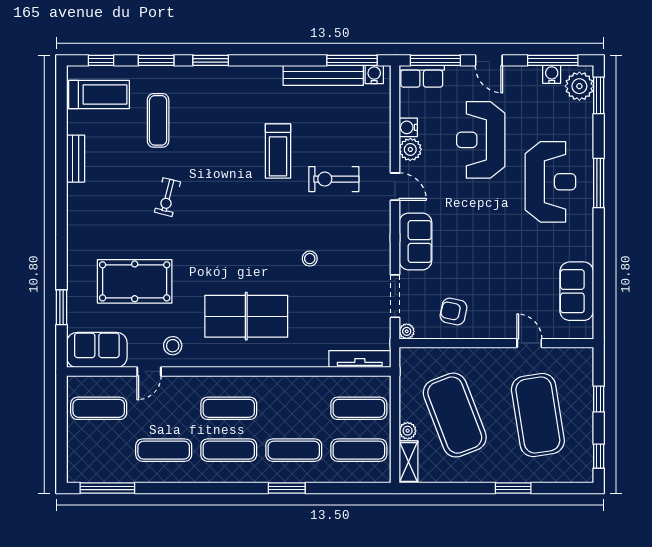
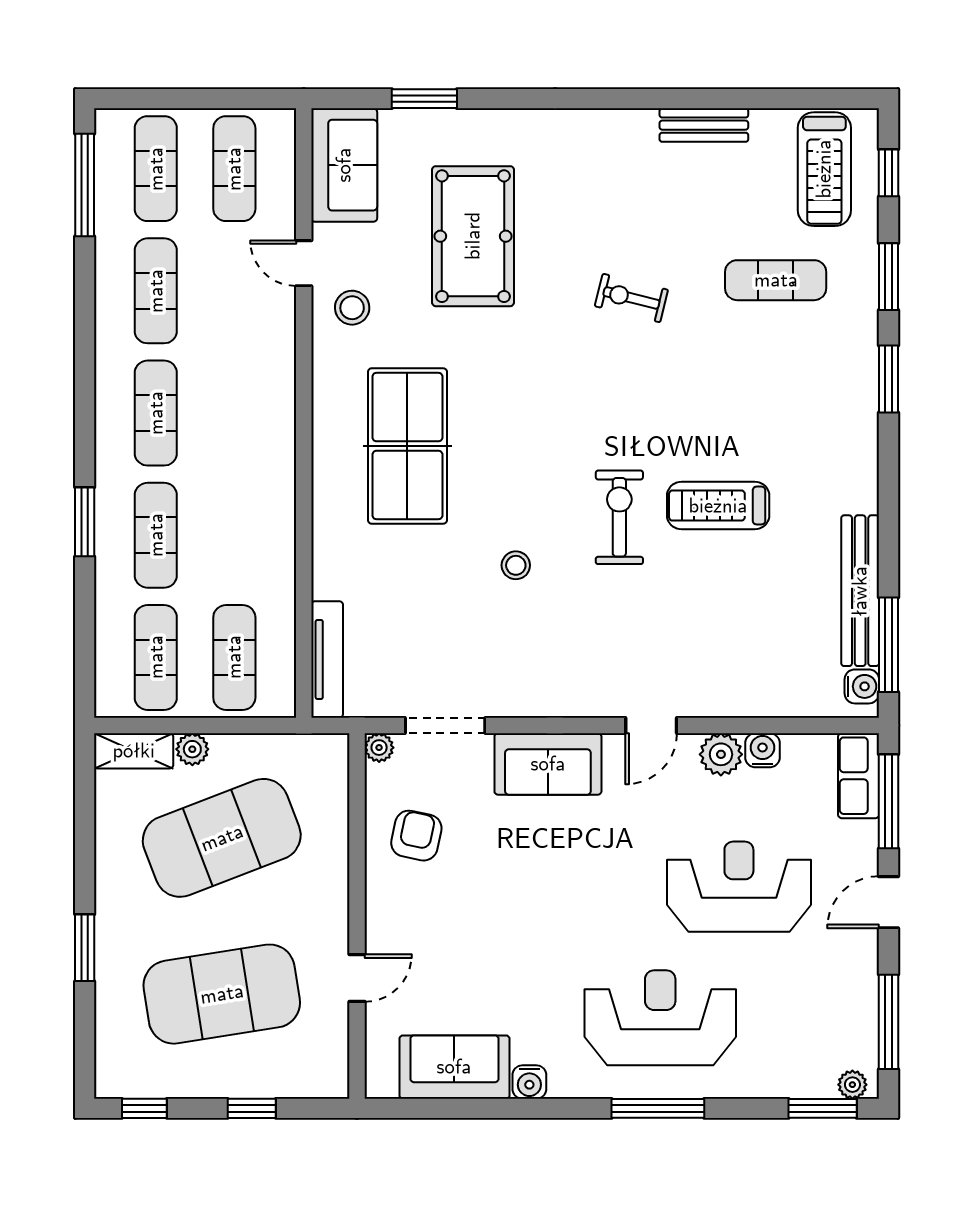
water cooler: (552, 74) -> (529, 1082), moved, turned 90
plant: (579, 86) -> (852, 1085), width x0.53, depth x0.53
exercise bike: (334, 179) -> (619, 517), moved
reception desk: (550, 182) -> (660, 1018), turned 180
exercise mat: (229, 408) -> (156, 169), moved

